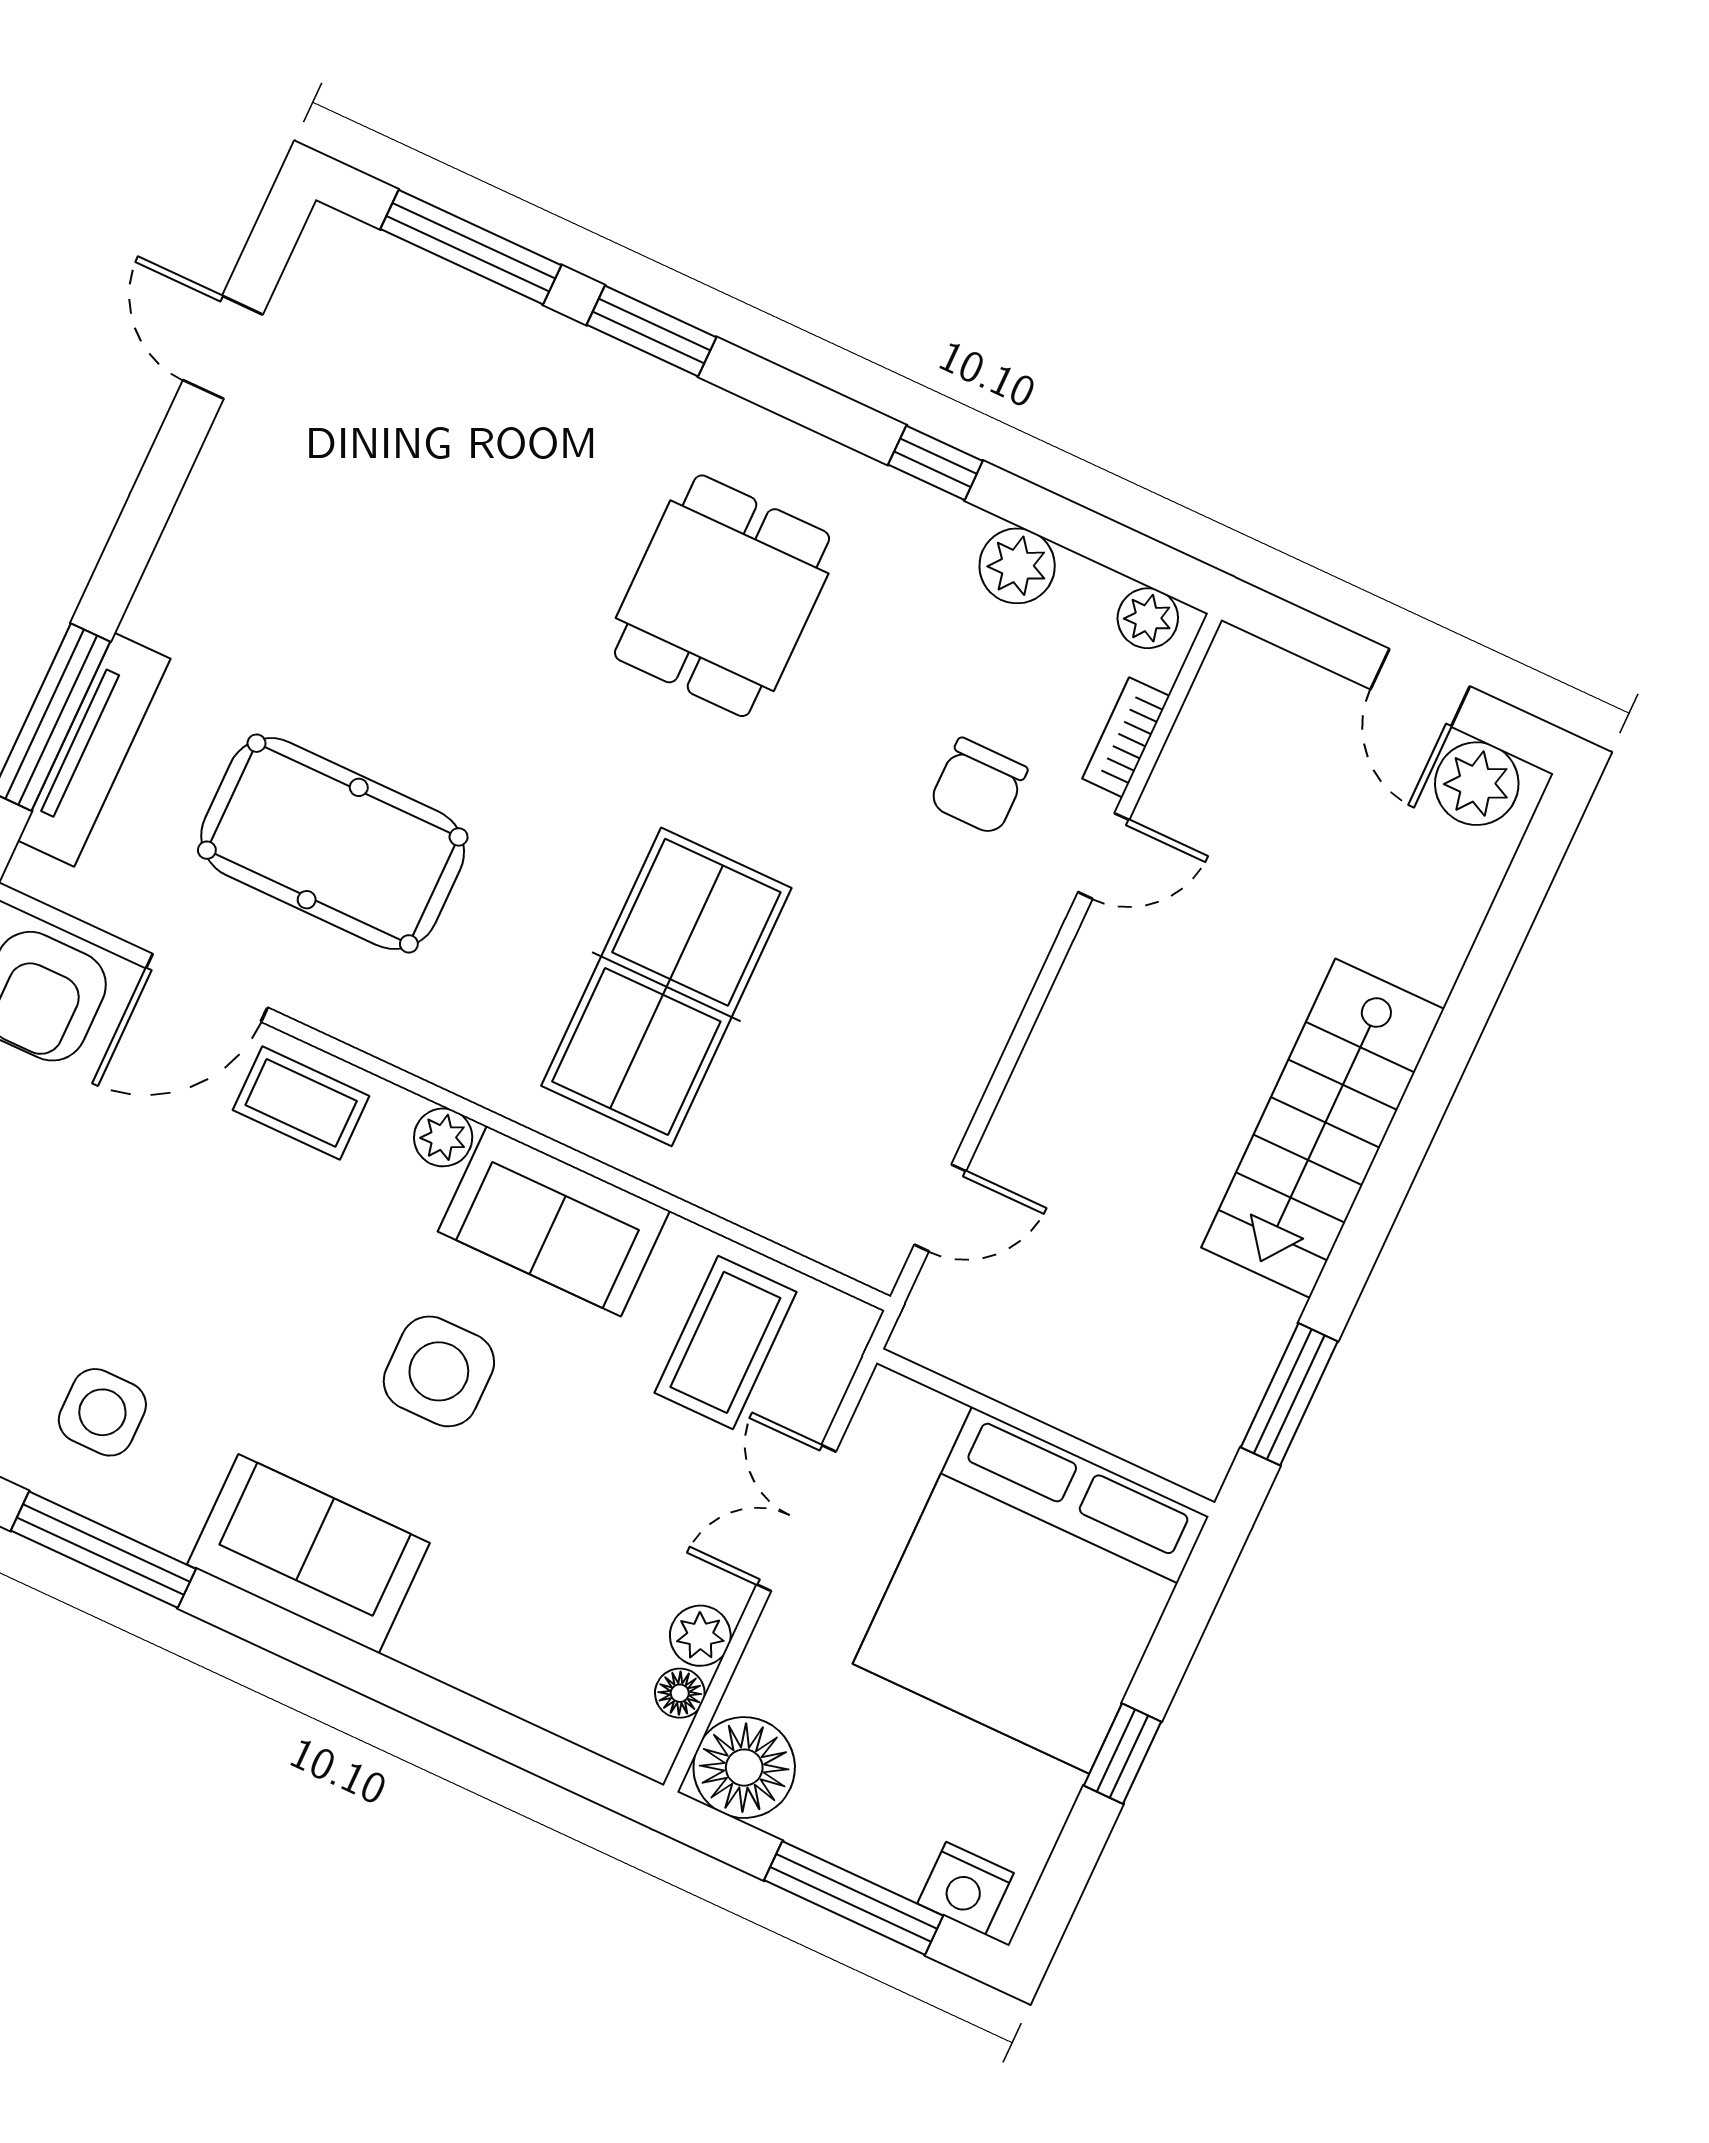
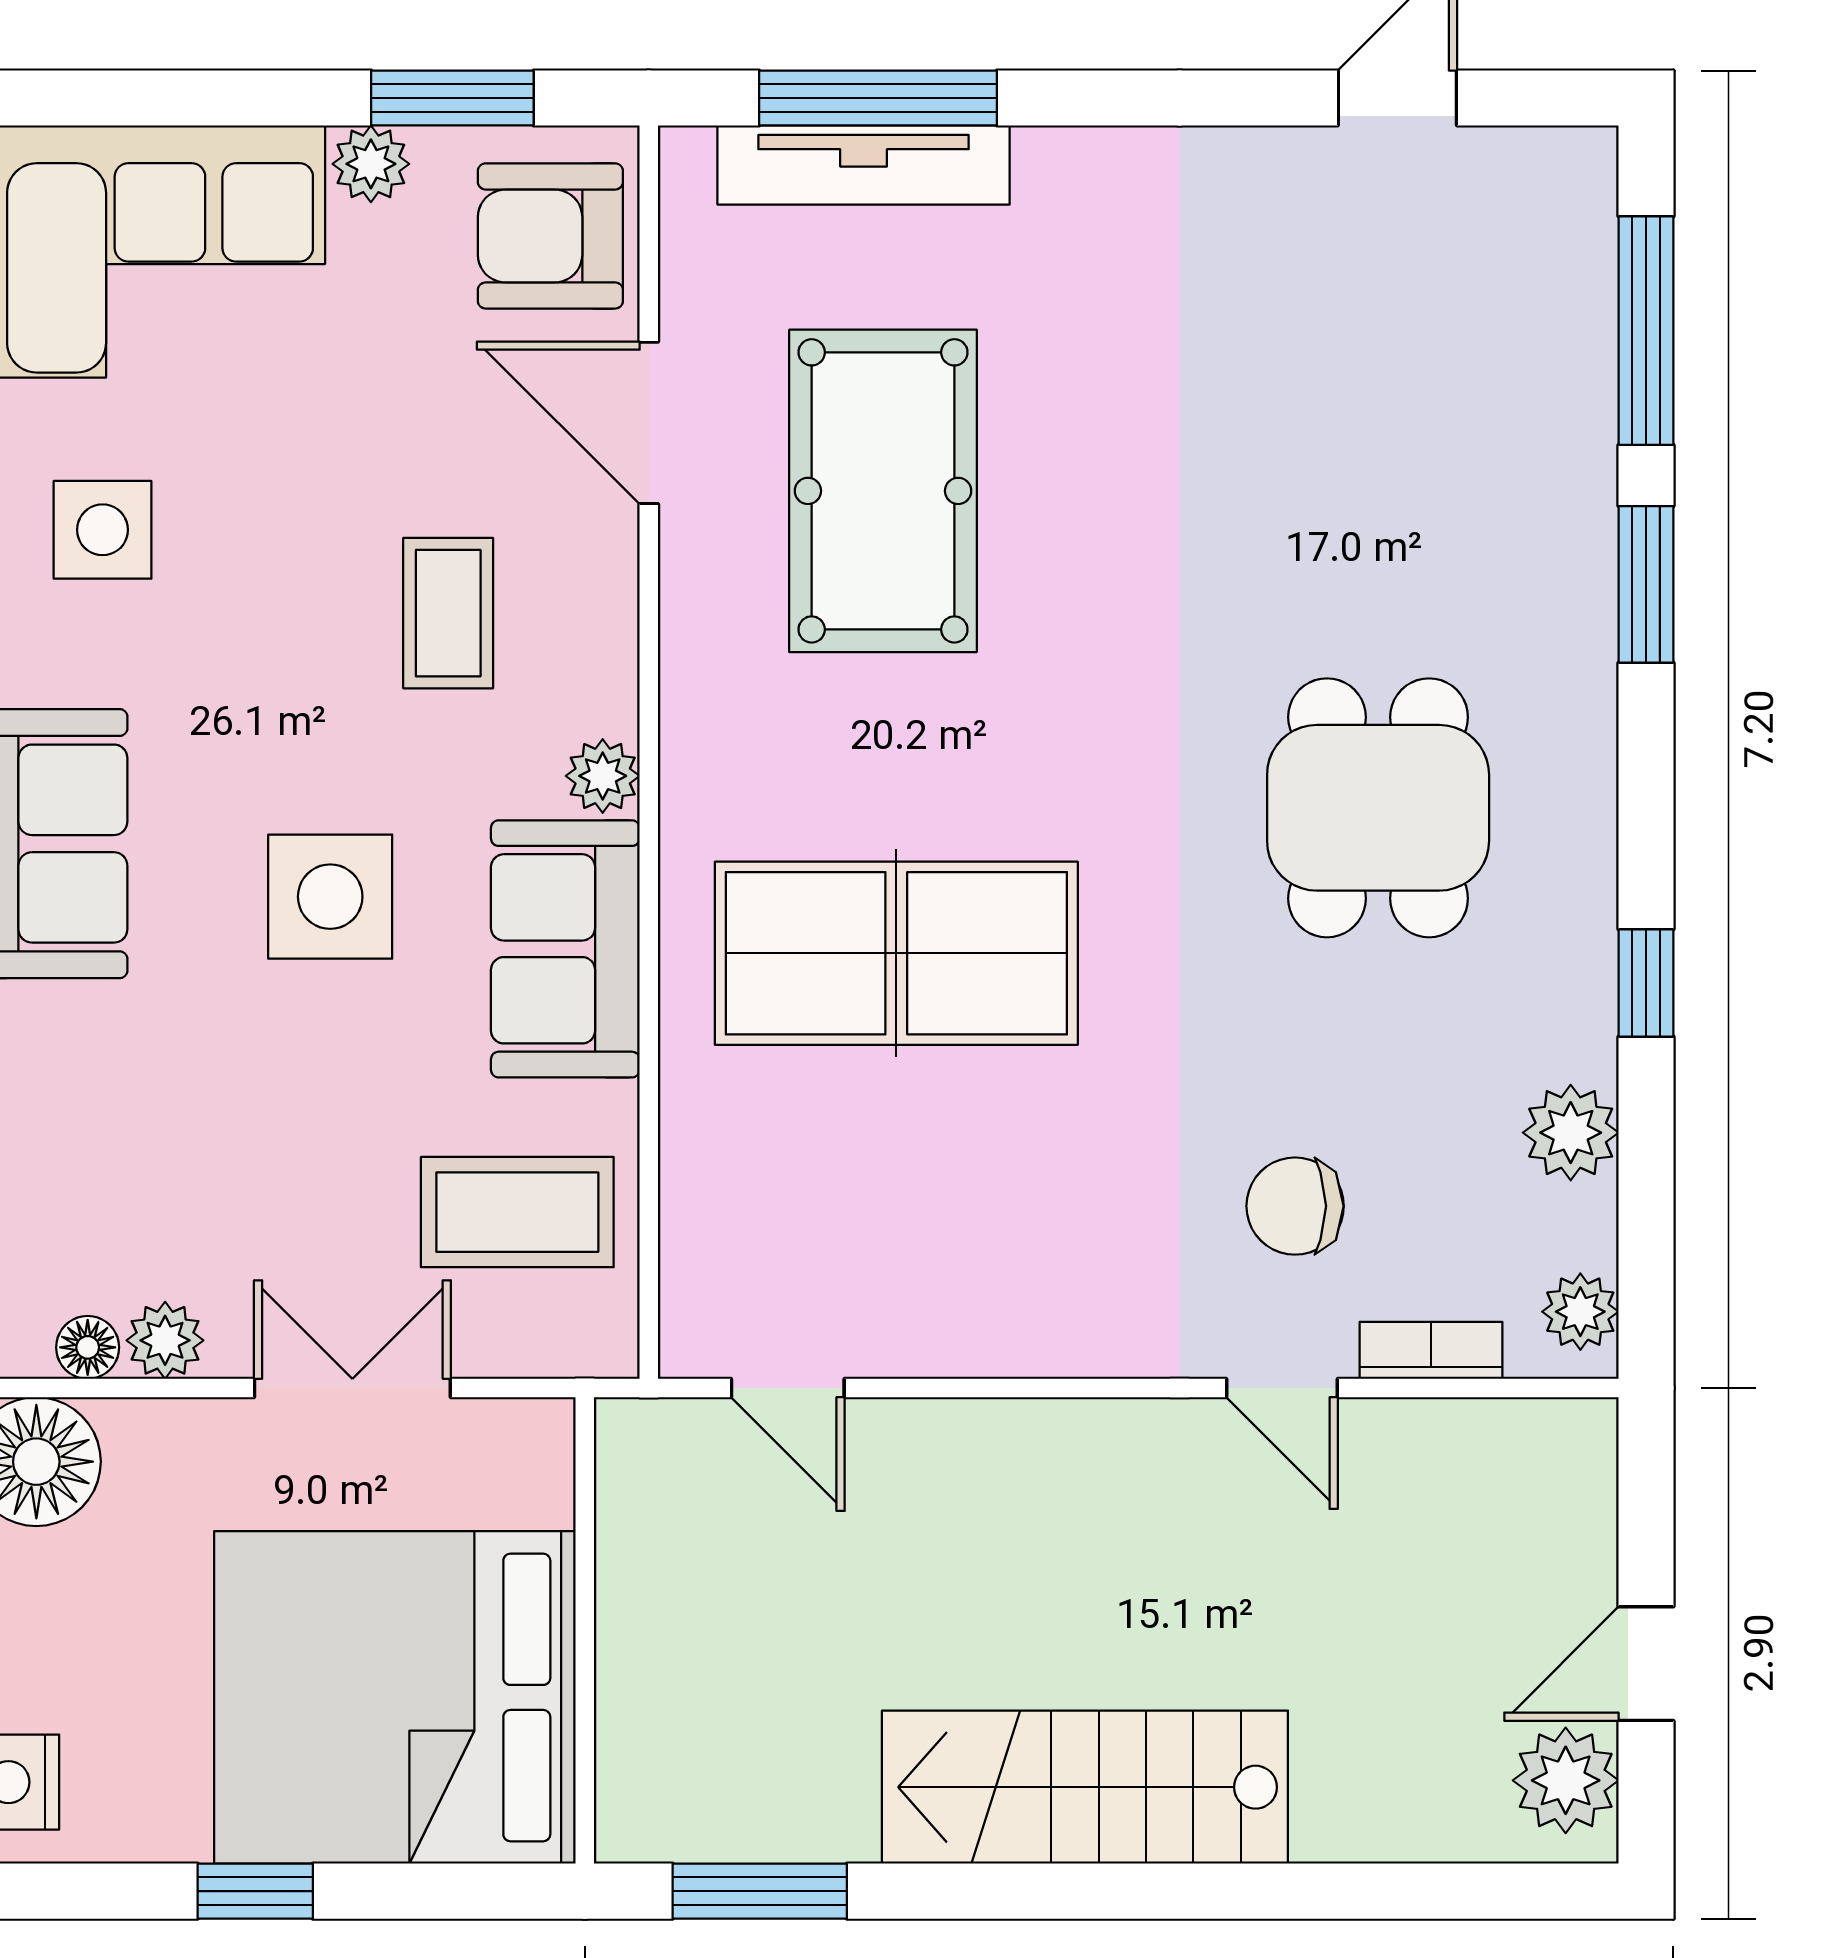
dining table: (722, 596) -> (1378, 808), turned 90
coffee table: (301, 1103) -> (448, 613), moved

